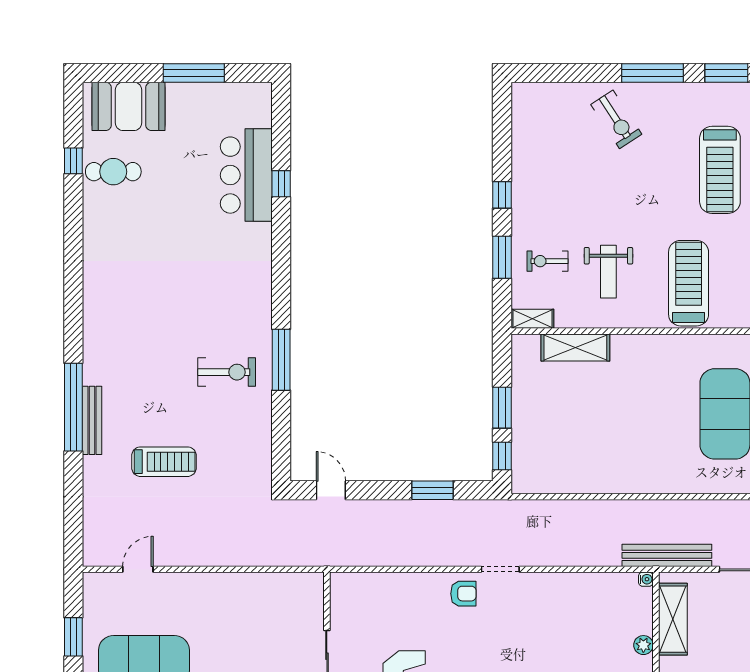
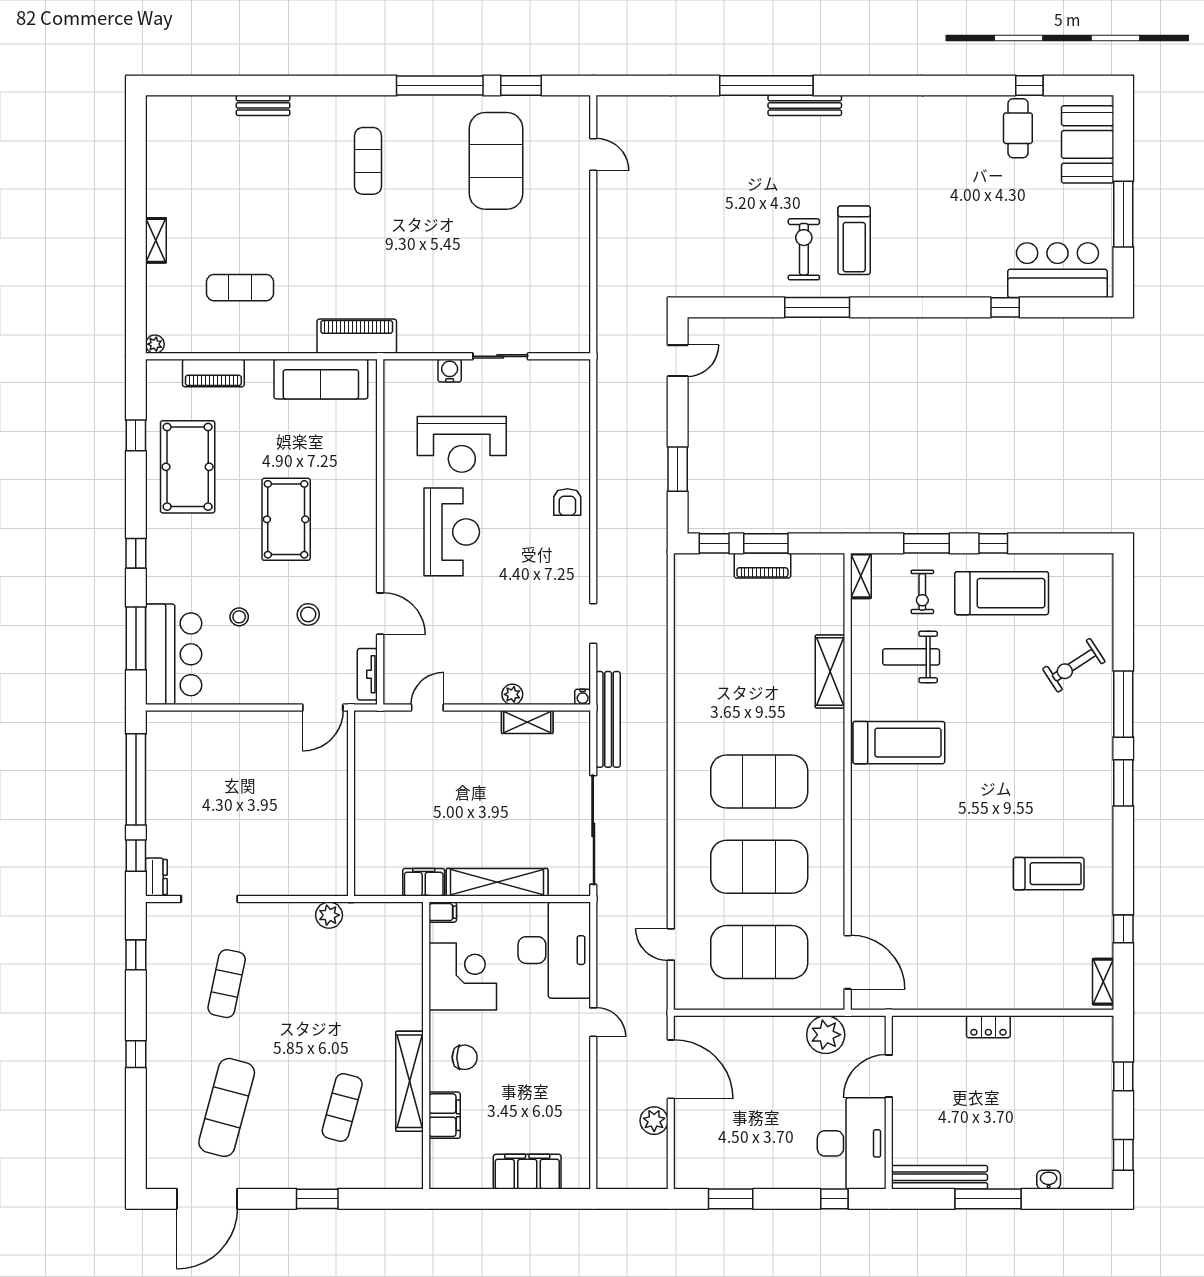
treadmill: (720, 170) -> (1002, 593), moved, turned 180
bar counter: (246, 175) -> (1057, 270), moved
exercise bike: (547, 261) -> (922, 592), turned 180
shelving: (575, 347) -> (830, 672), moved
exercise bike: (227, 372) -> (804, 249), turned 180
piano: (523, 411) -> (762, 566), added
bench: (92, 420) -> (805, 105), moved
treadmill: (164, 462) -> (854, 240), moved
doorway: (500, 569) -> (593, 623), moved
shelving: (673, 619) -> (527, 722), width x0.67, depth x0.75

